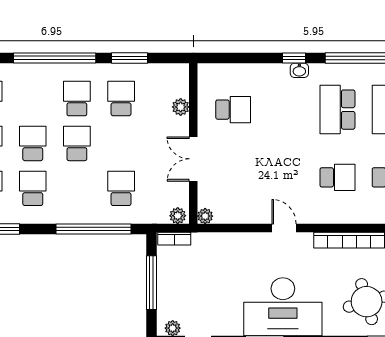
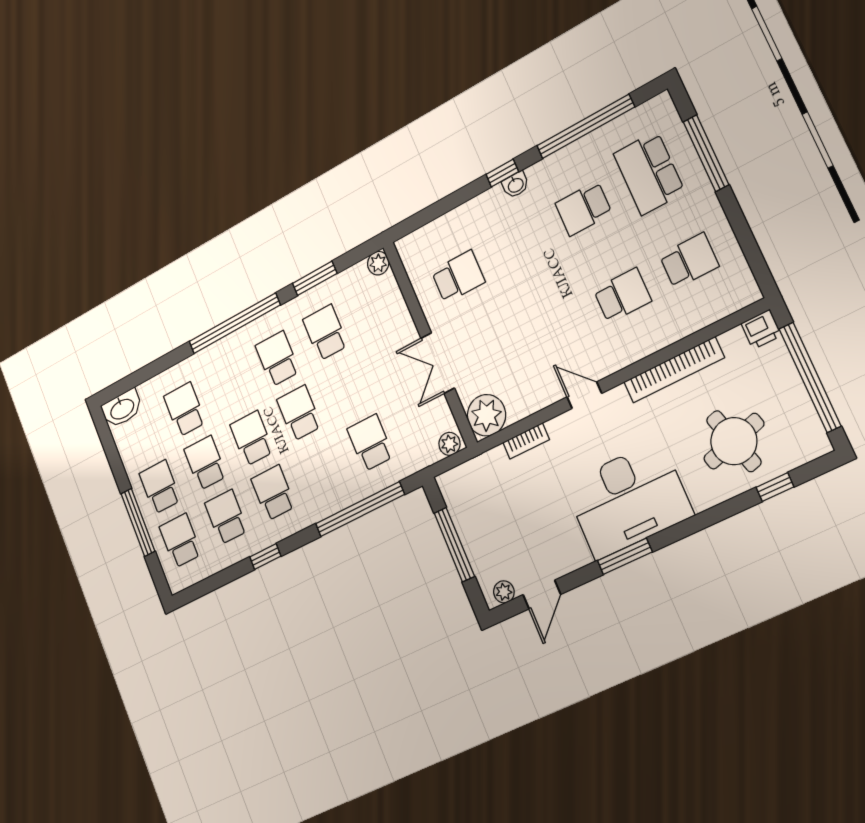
plant: (181, 107) -> (378, 263), moved
school desk: (337, 110) -> (584, 209), width x0.54
plant: (205, 216) -> (486, 415), width x1.88, depth x1.88
bookcase: (174, 239) -> (526, 441), moved

